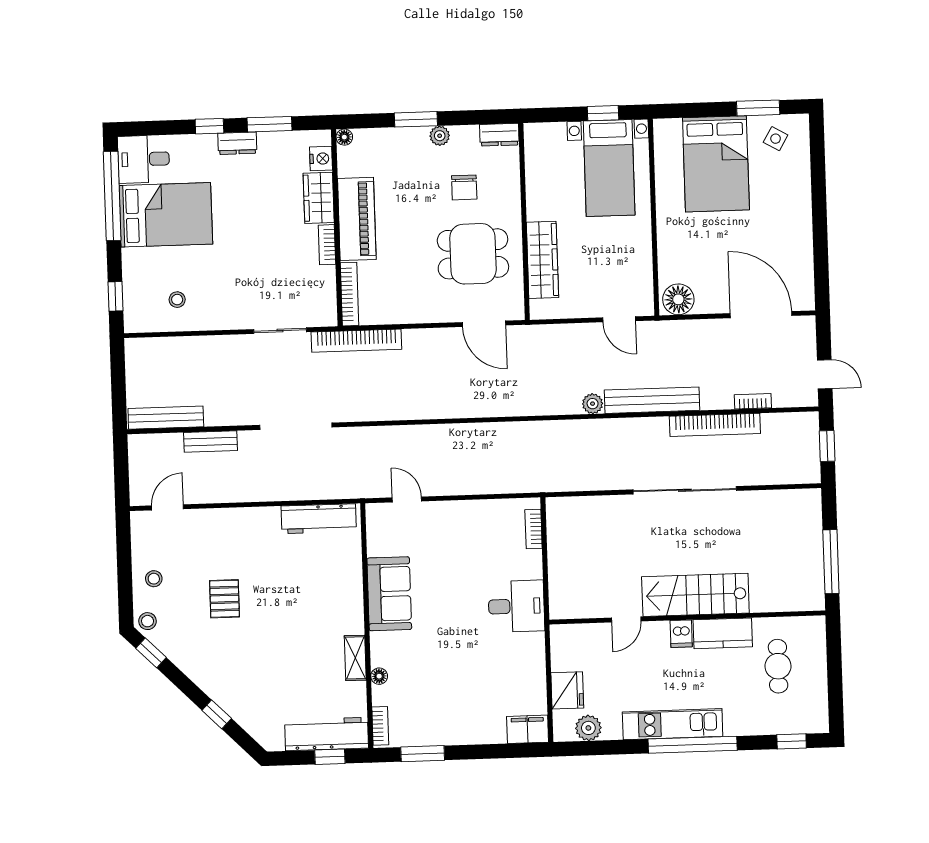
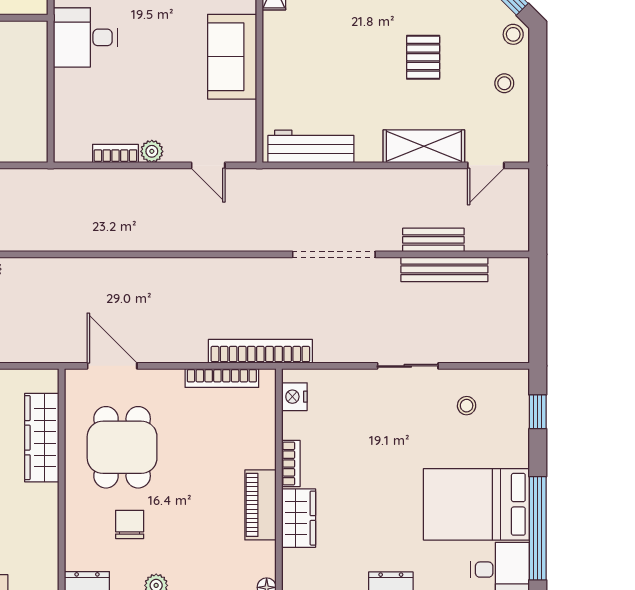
nightstand: (321, 159) -> (294, 397), moved
piano: (357, 219) -> (260, 505), width x0.73, depth x0.75
dining table: (473, 254) -> (122, 447), turned 90
bookcase: (349, 294) -> (222, 378), moved, turned -90
sliding door: (280, 331) -> (408, 366), moved
bench: (166, 418) -> (444, 269), moved
plant: (456, 510) -> (152, 151), added
shelving: (221, 522) -> (424, 146), added
bookcase: (534, 529) -> (115, 153), moved, turned -90

